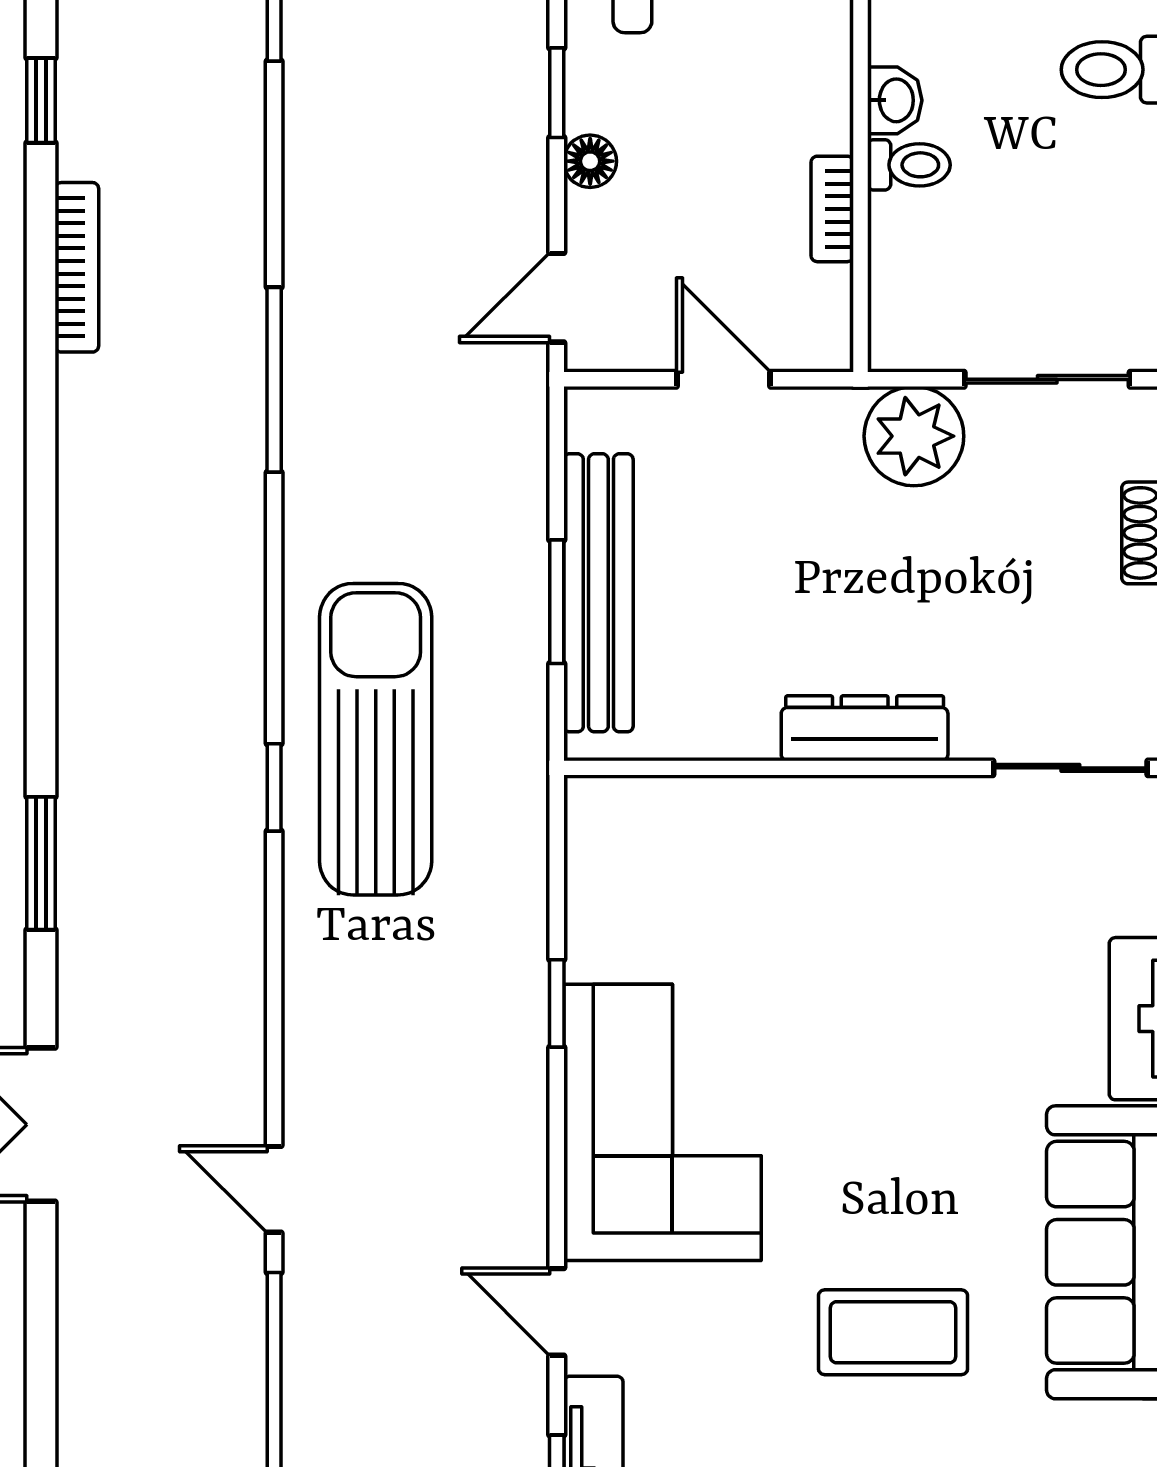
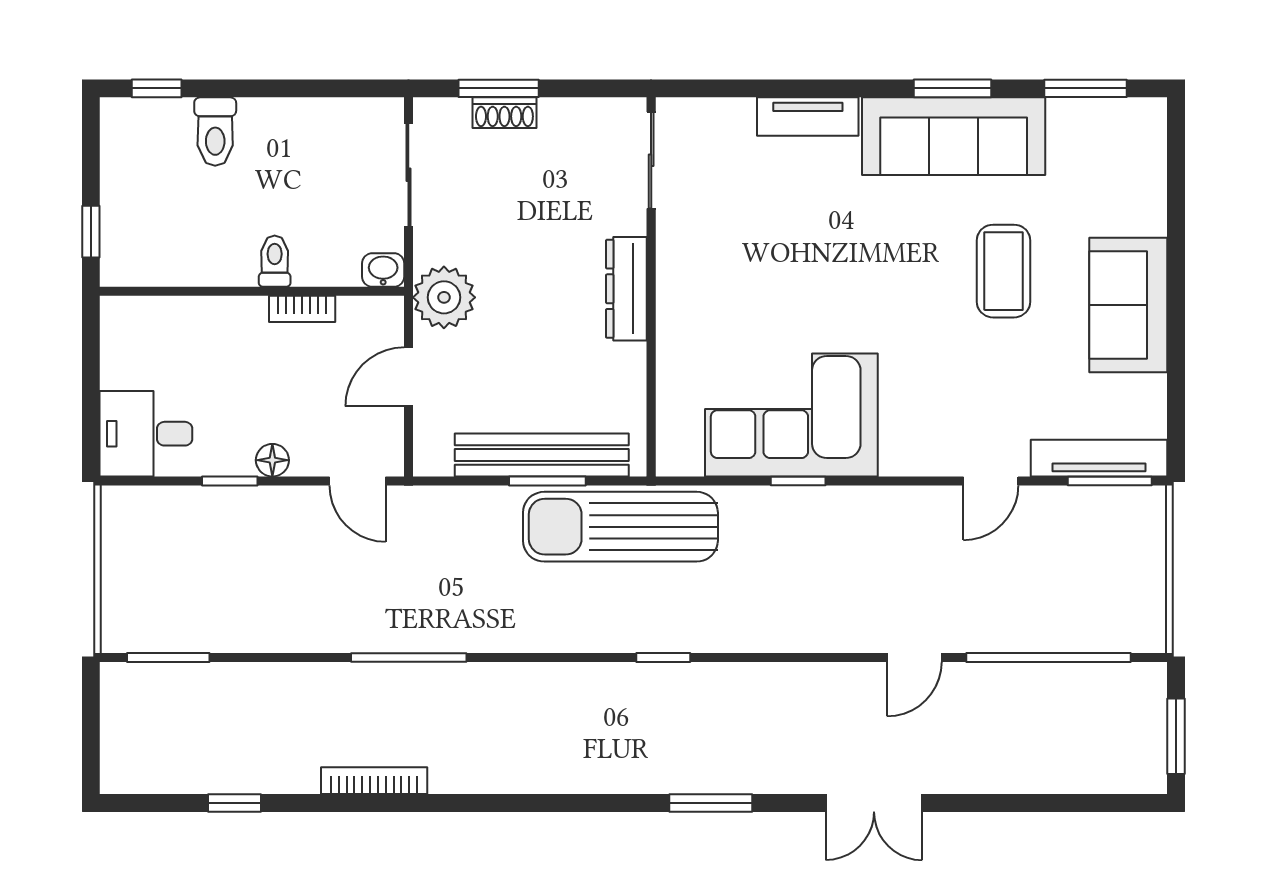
washbasin: (895, 100) -> (383, 270), moved
bookcase: (77, 267) -> (374, 781), moved
plant: (914, 436) -> (444, 297), moved
sun lounger: (376, 739) -> (620, 527), moved
corner sofa: (662, 1122) -> (791, 415), moved

